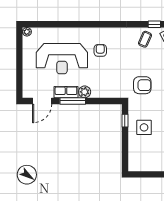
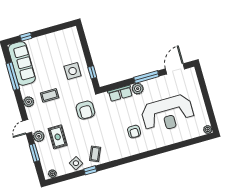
reception desk: (62, 59) -> (168, 114), turned 180
armchair: (142, 85) -> (85, 110), turned -90
row of seats: (66, 92) -> (120, 93), moved

